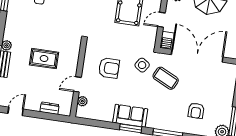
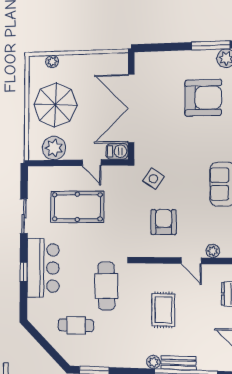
cafe table: (67, 18) -> (106, 286), added
coffee table: (166, 78) -> (166, 145), removed
armchair: (196, 111) -> (203, 98), width x1.88, depth x1.88

